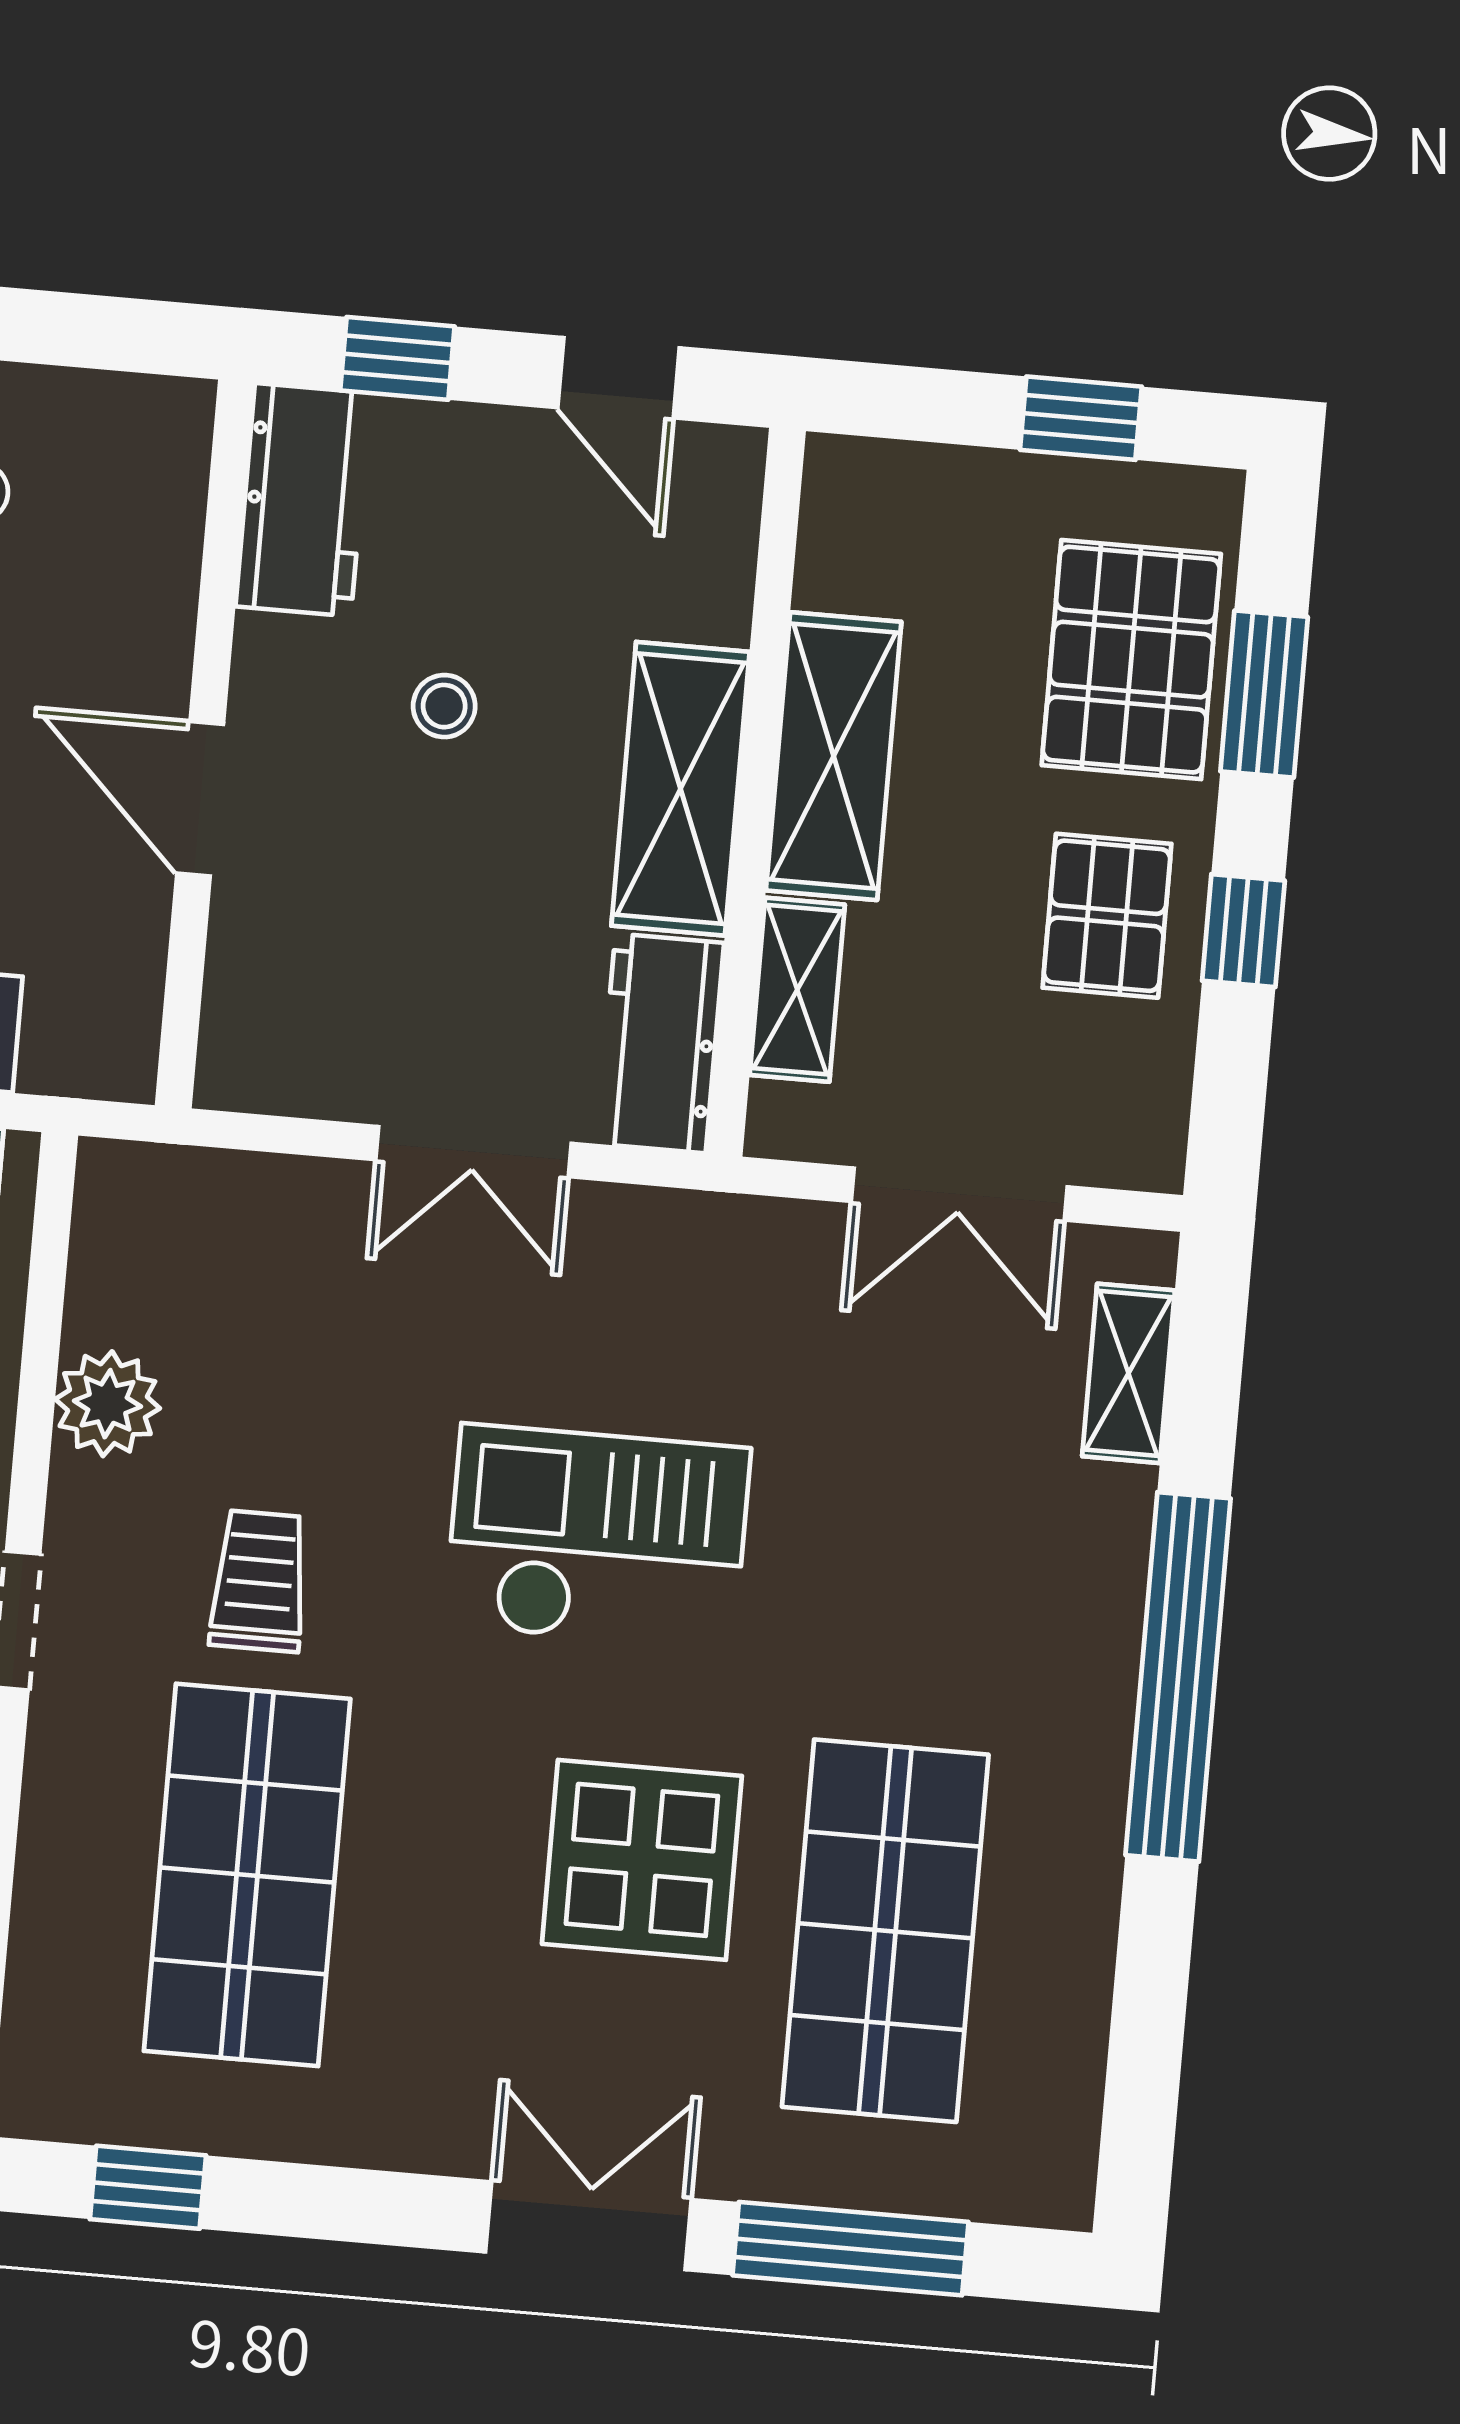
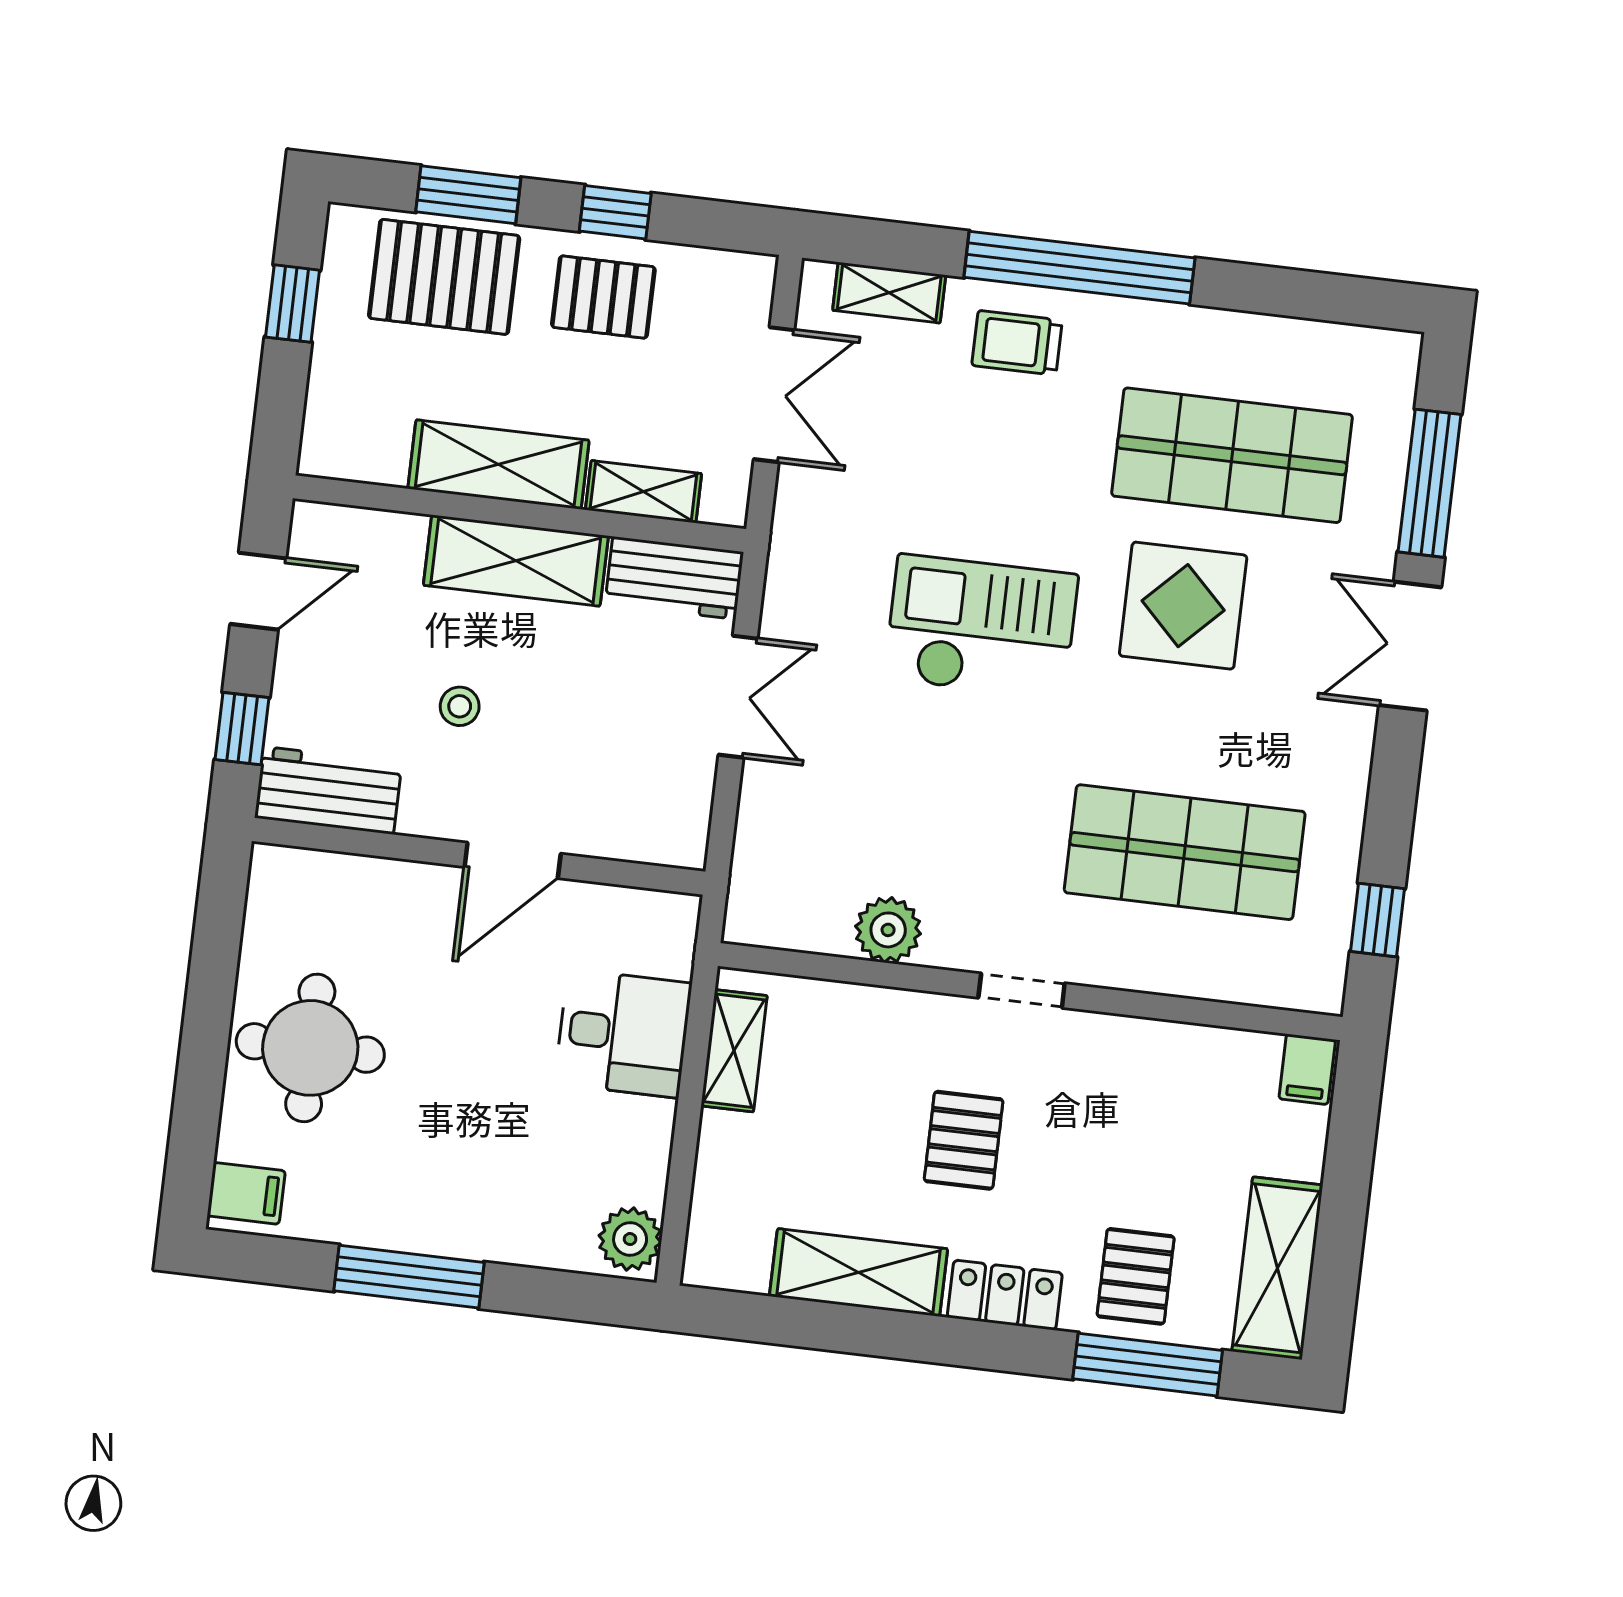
checkout: (597, 1537) -> (981, 627), turned 90
trolley: (259, 1581) -> (1017, 343), moved

